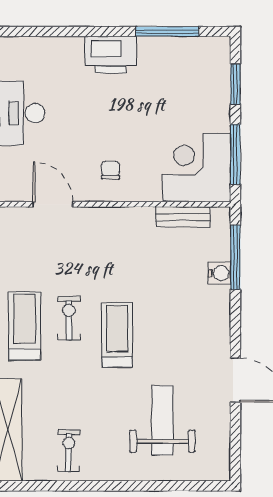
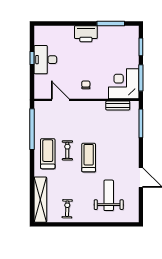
water cooler: (219, 273) -> (134, 130), removed

